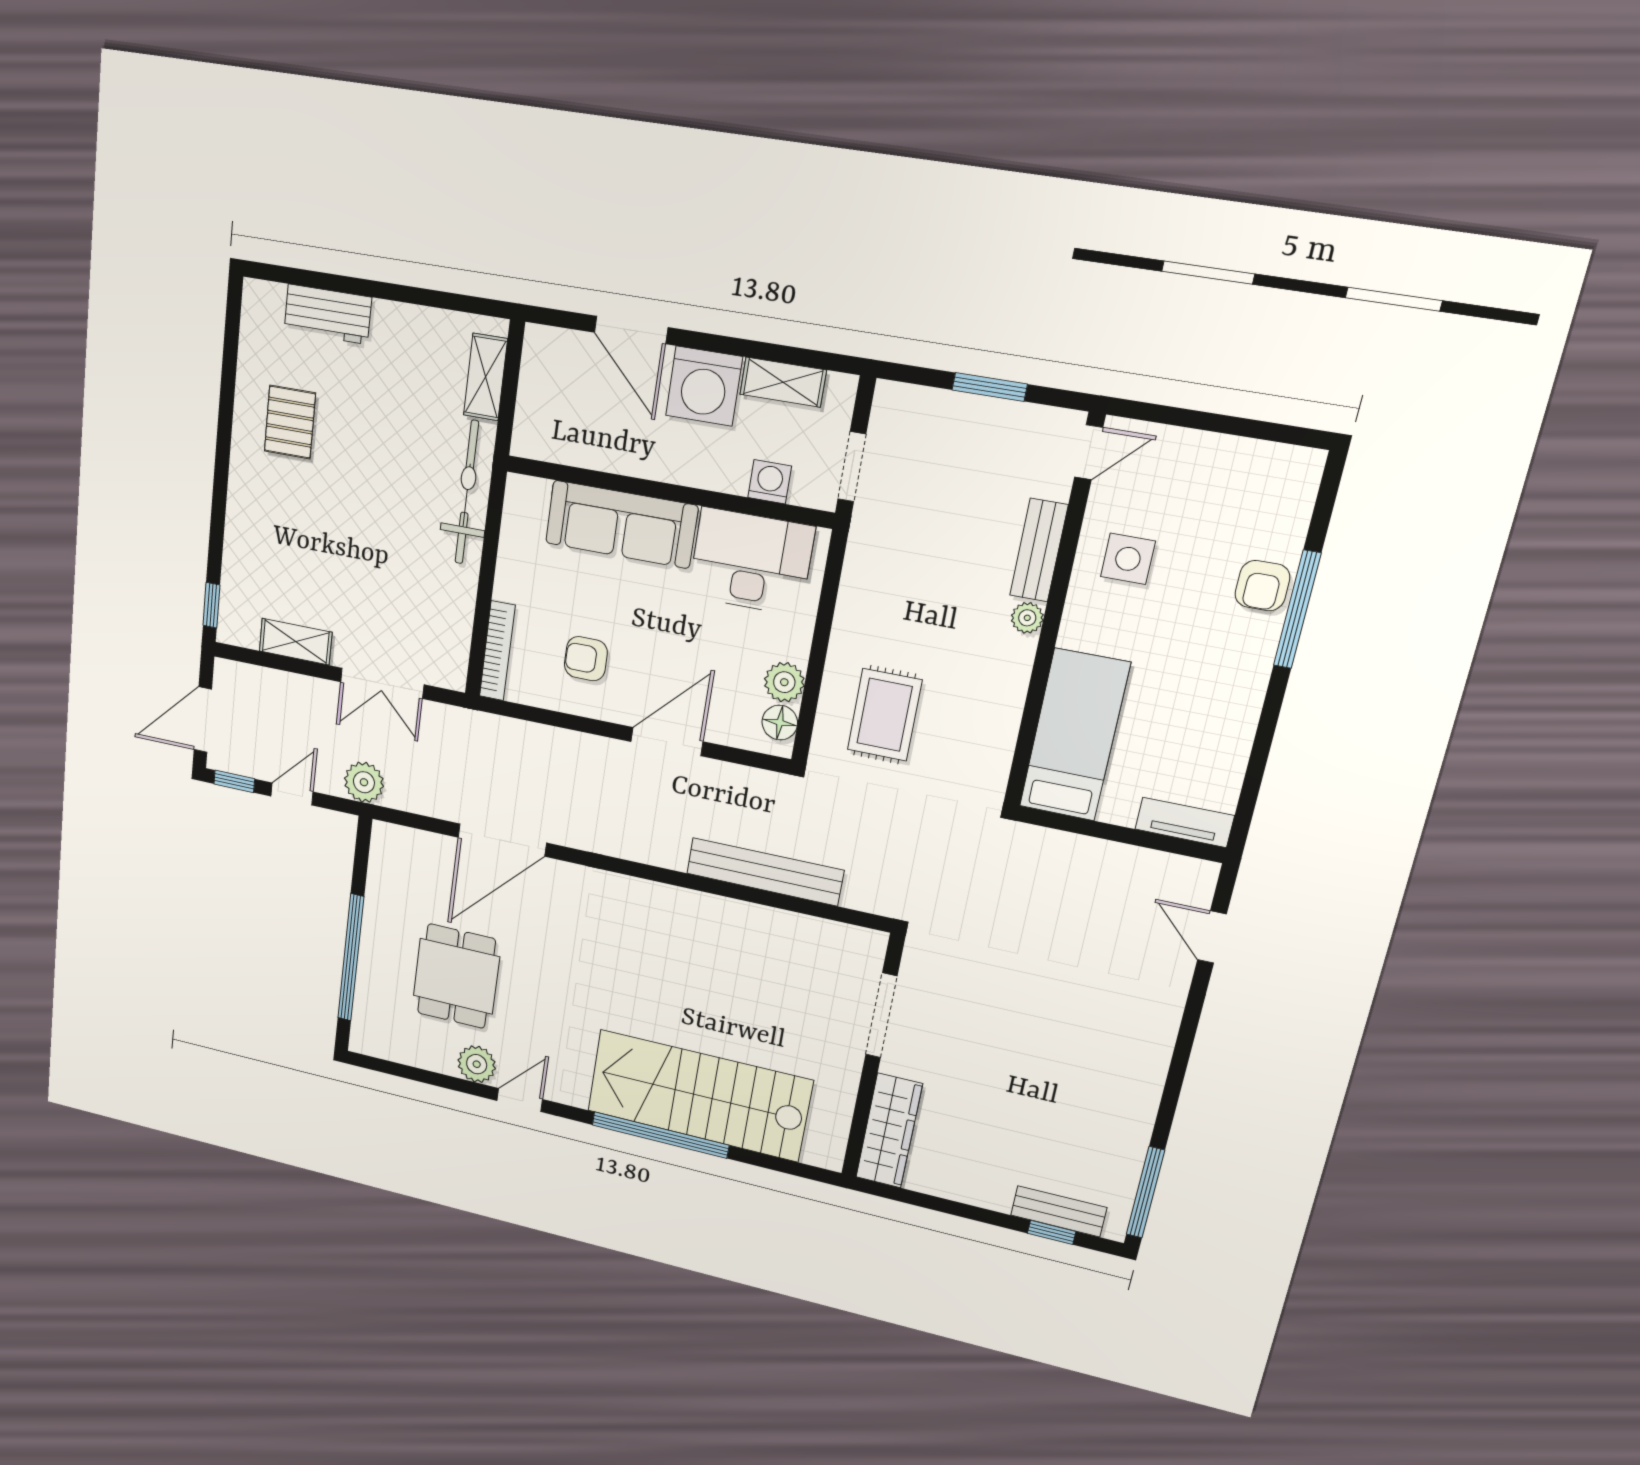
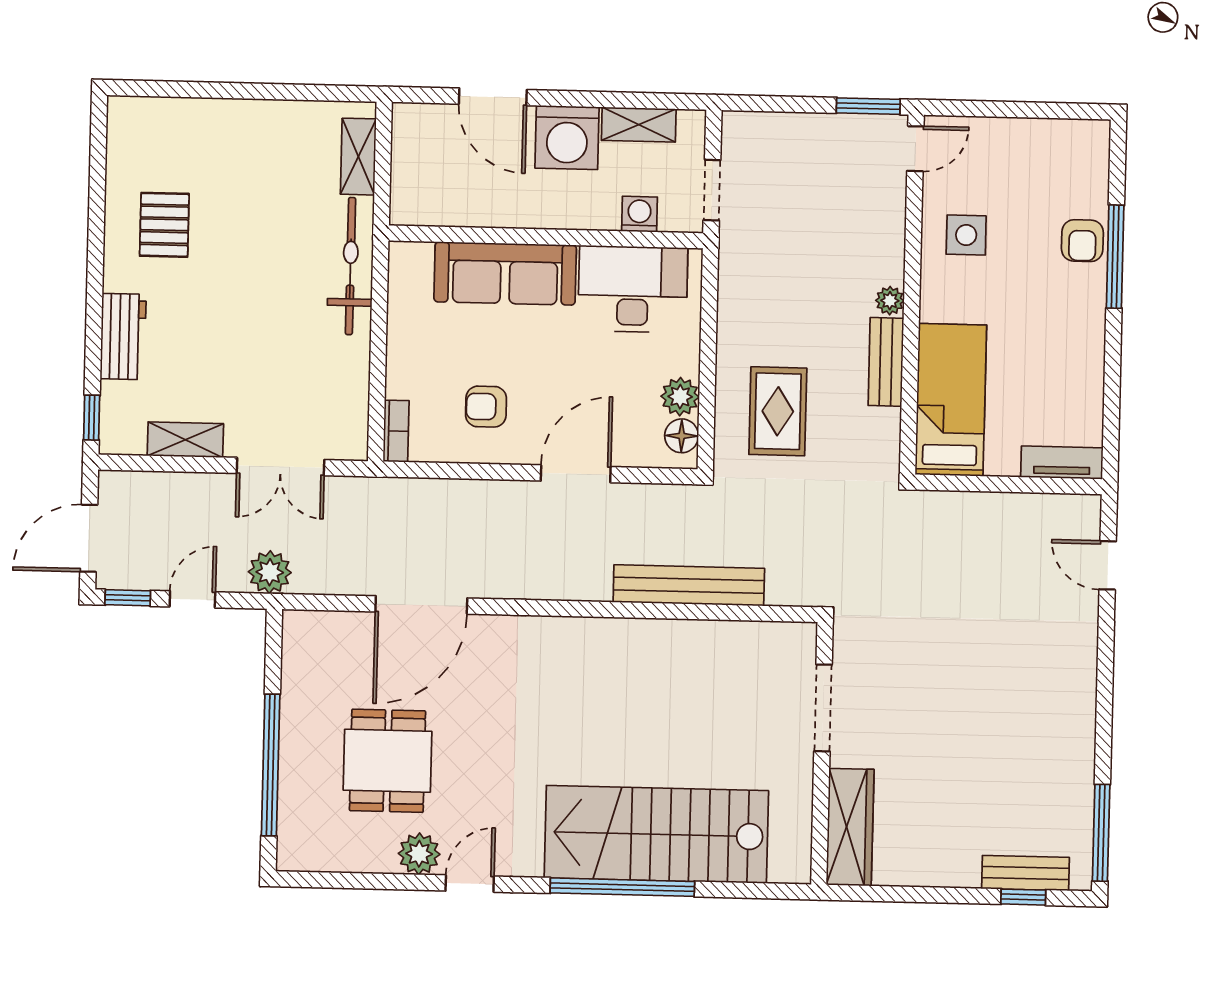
workbench: (328, 314) -> (123, 336), moved, turned -90
window: (990, 387) -> (868, 106), moved
bench: (1039, 550) -> (886, 362), moved
bookcase: (497, 651) -> (396, 431), width x0.64

